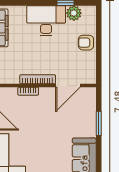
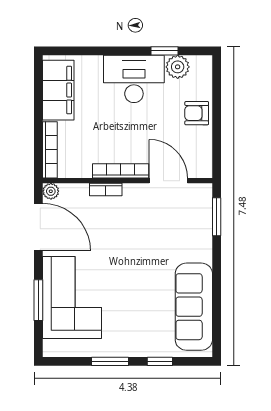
door: (68, 85) -> (168, 181), swing flipped
window: (99, 123) -> (217, 217), moved

